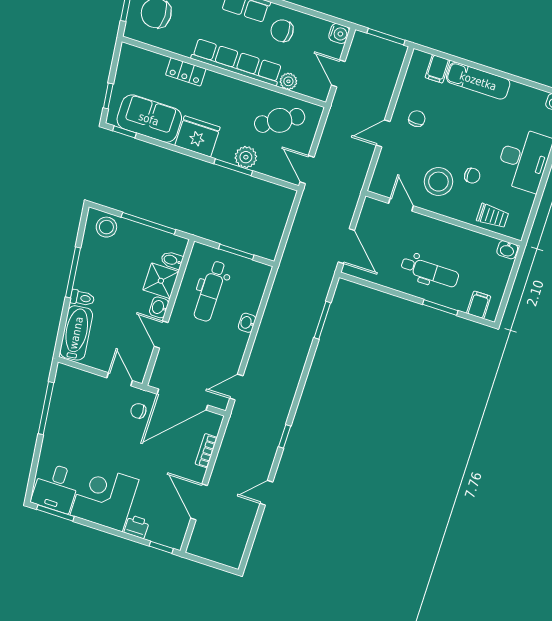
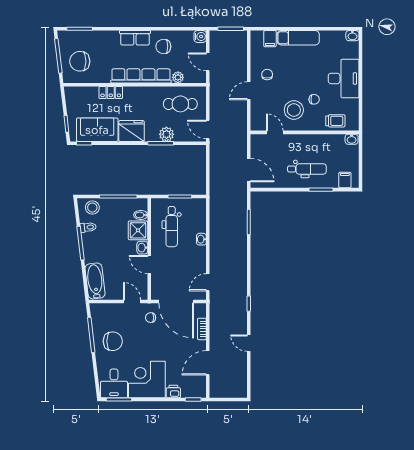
cafe table: (280, 120) -> (180, 104), turned 30
toilet: (82, 298) -> (88, 227), moved
door: (182, 400) -> (176, 301), hinge flipped
chair: (74, 427) -> (113, 341), added
door: (266, 493) -> (249, 343), hinge flipped
door: (199, 502) -> (208, 363), hinge flipped

